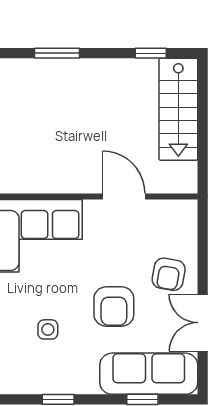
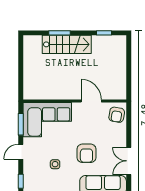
stairs: (178, 109) -> (67, 44), moved, turned -90
armchair: (169, 274) -> (117, 115), moved

